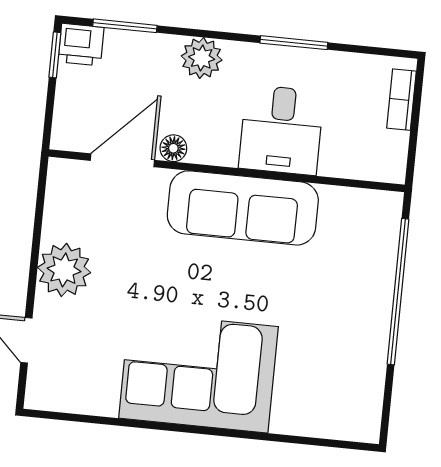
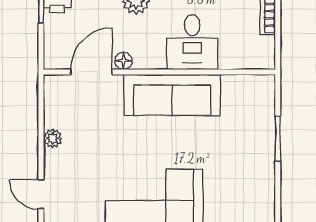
plant: (64, 270) -> (53, 138), width x0.53, depth x0.53
window: (398, 292) -> (278, 139), width x0.47

